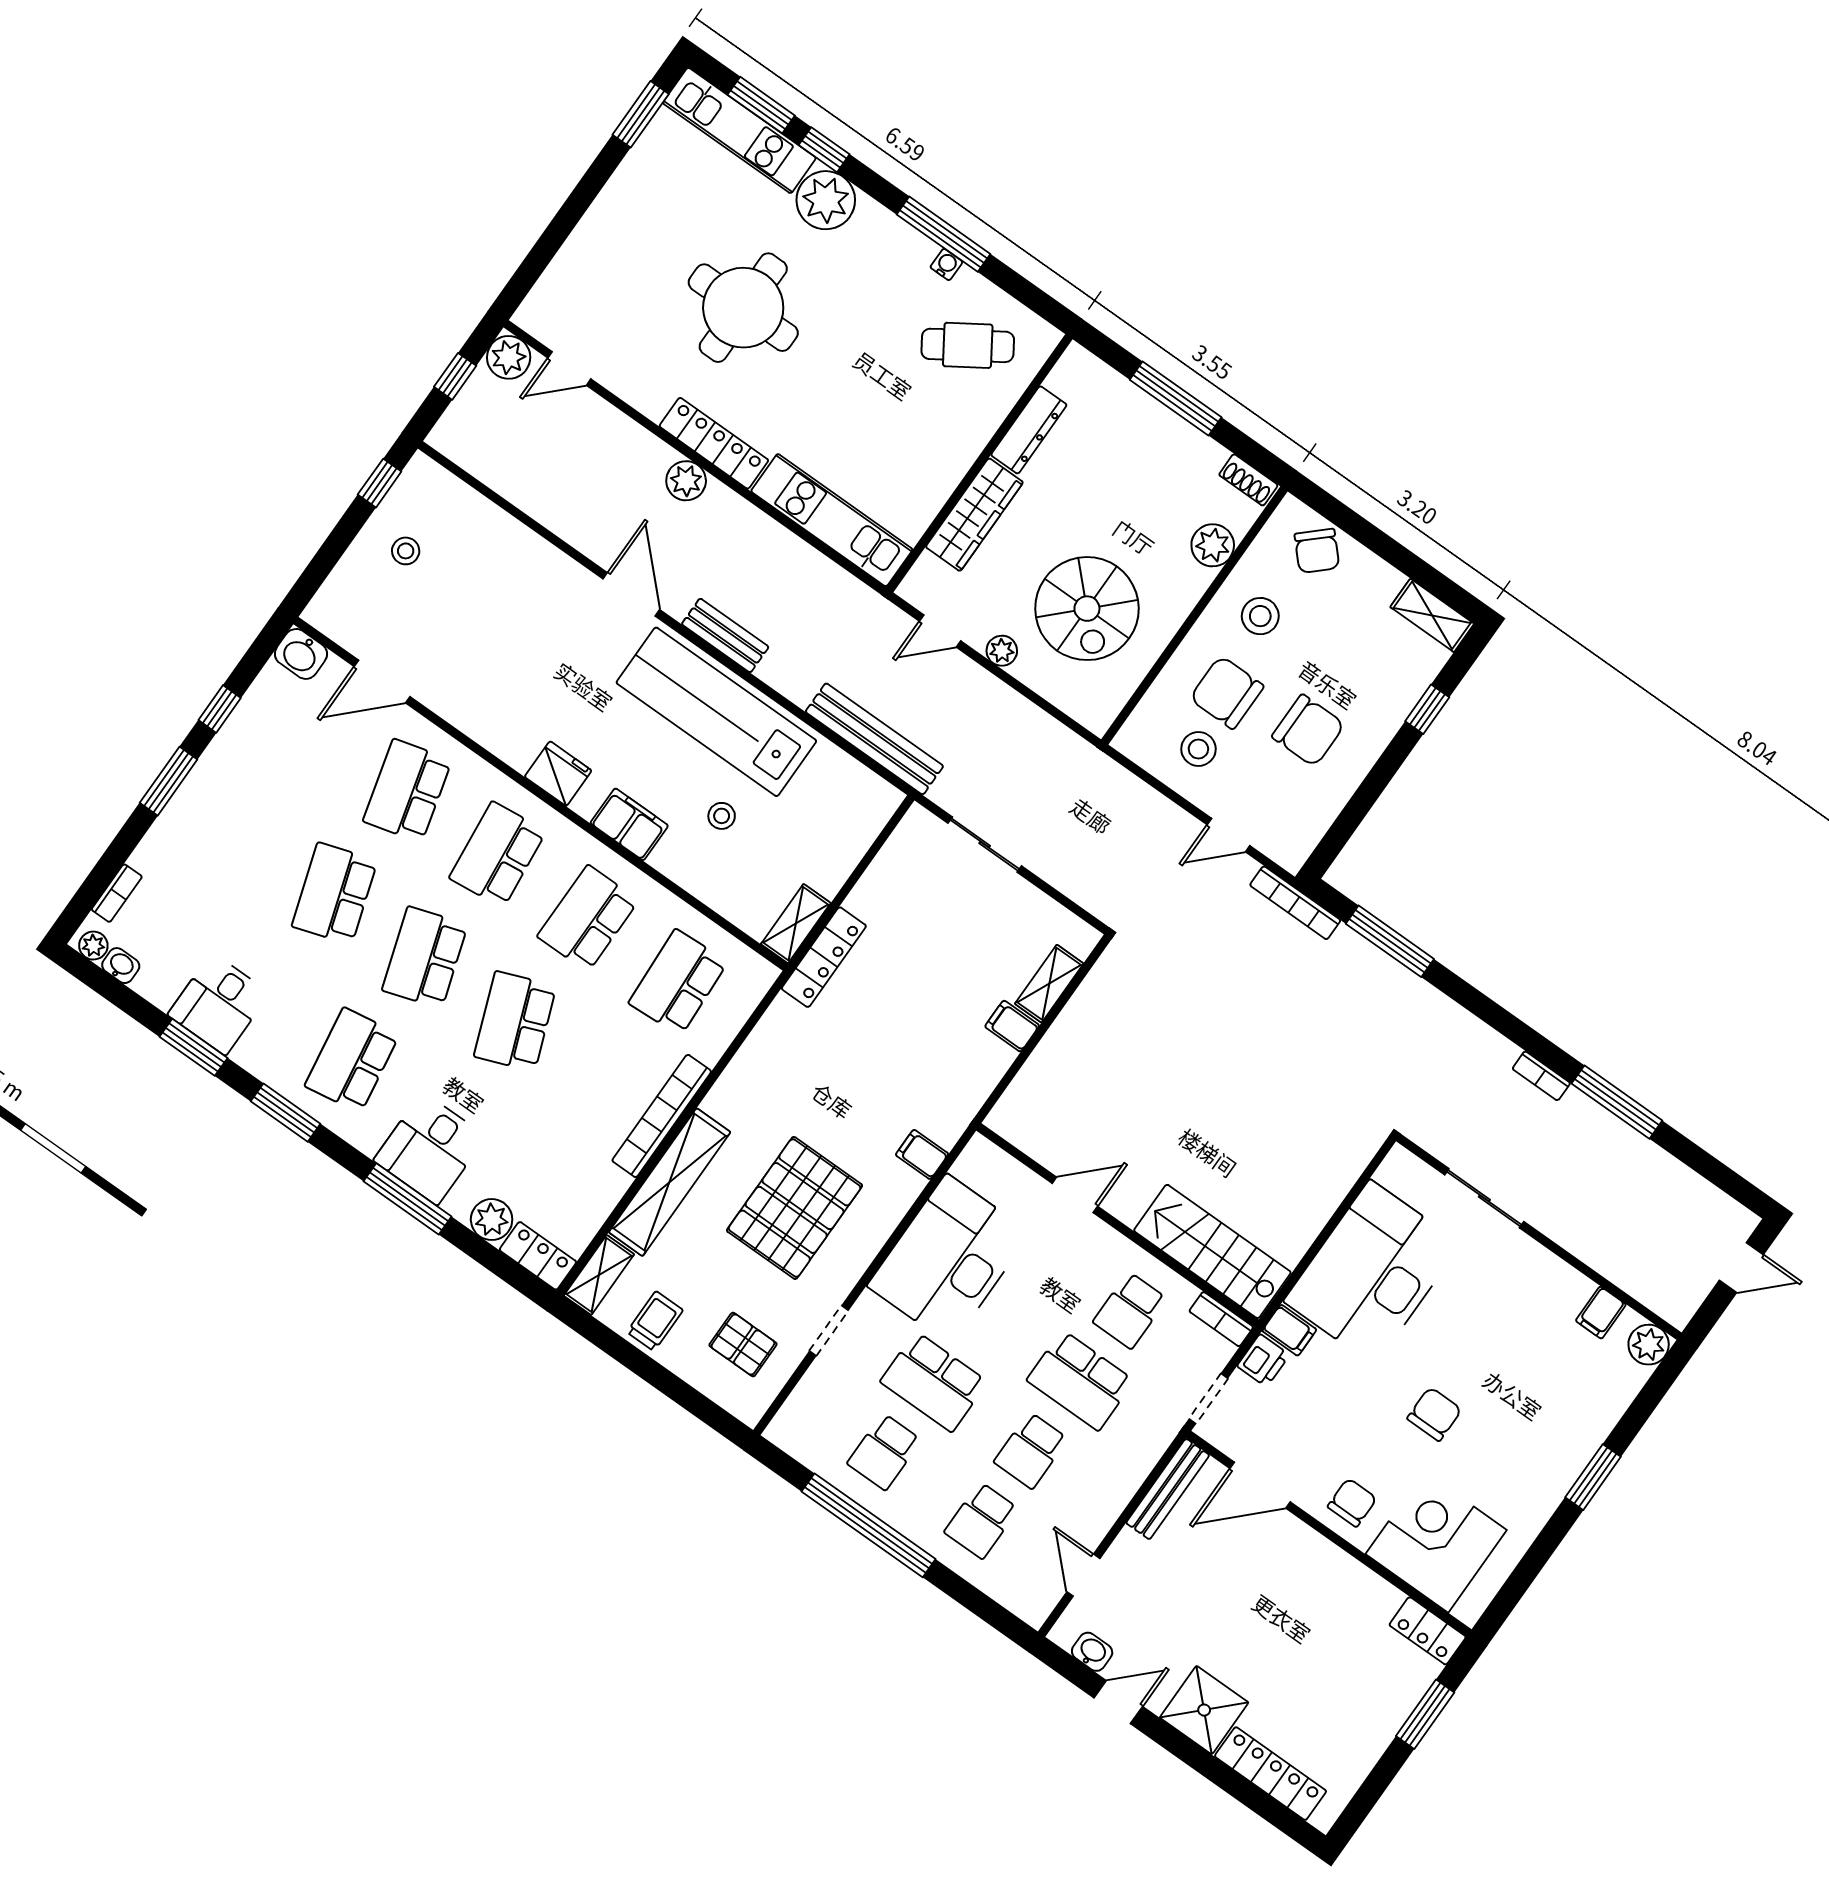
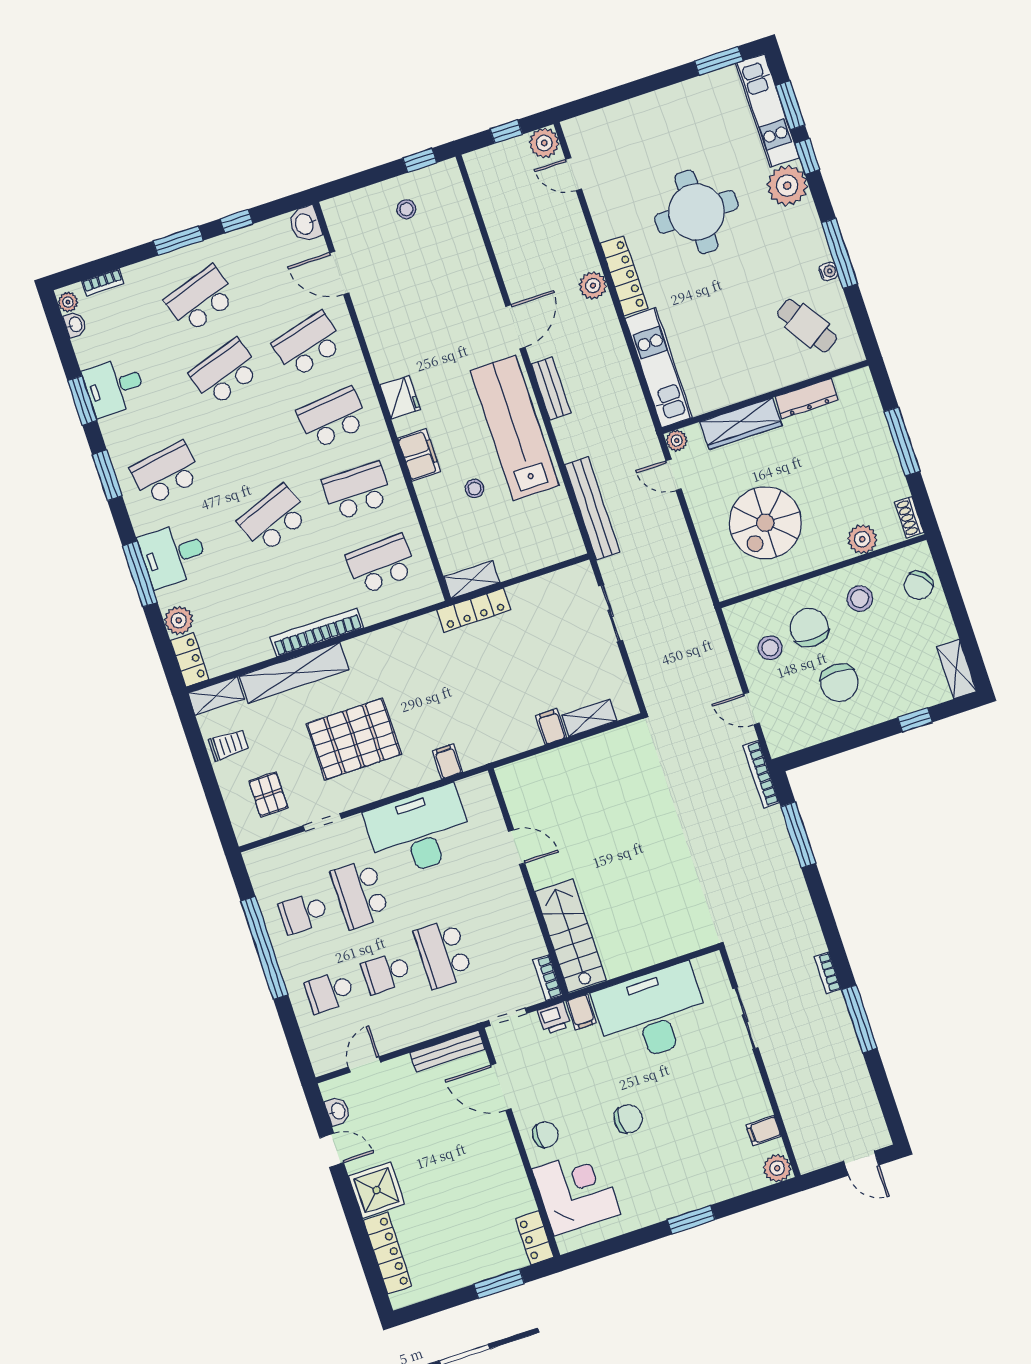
plant: (1002, 651) -> (677, 441), moved
school desk: (425, 957) -> (201, 299), moved
school desk: (1130, 1310) -> (500, 935), removed

